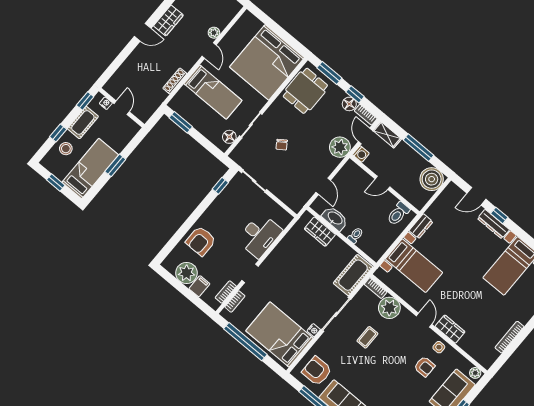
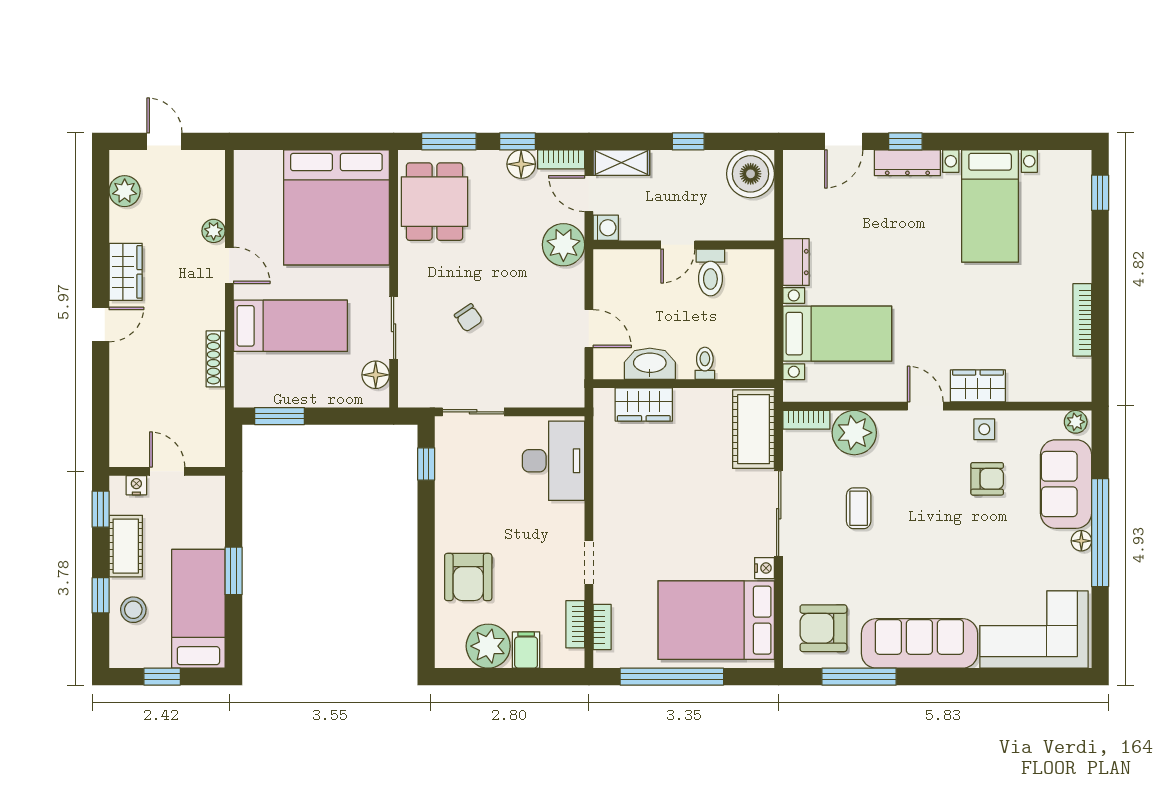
window: (419, 148) -> (688, 141), width x0.46
toilet: (398, 214) -> (710, 272), moved
desk: (259, 235) -> (553, 461), moved

